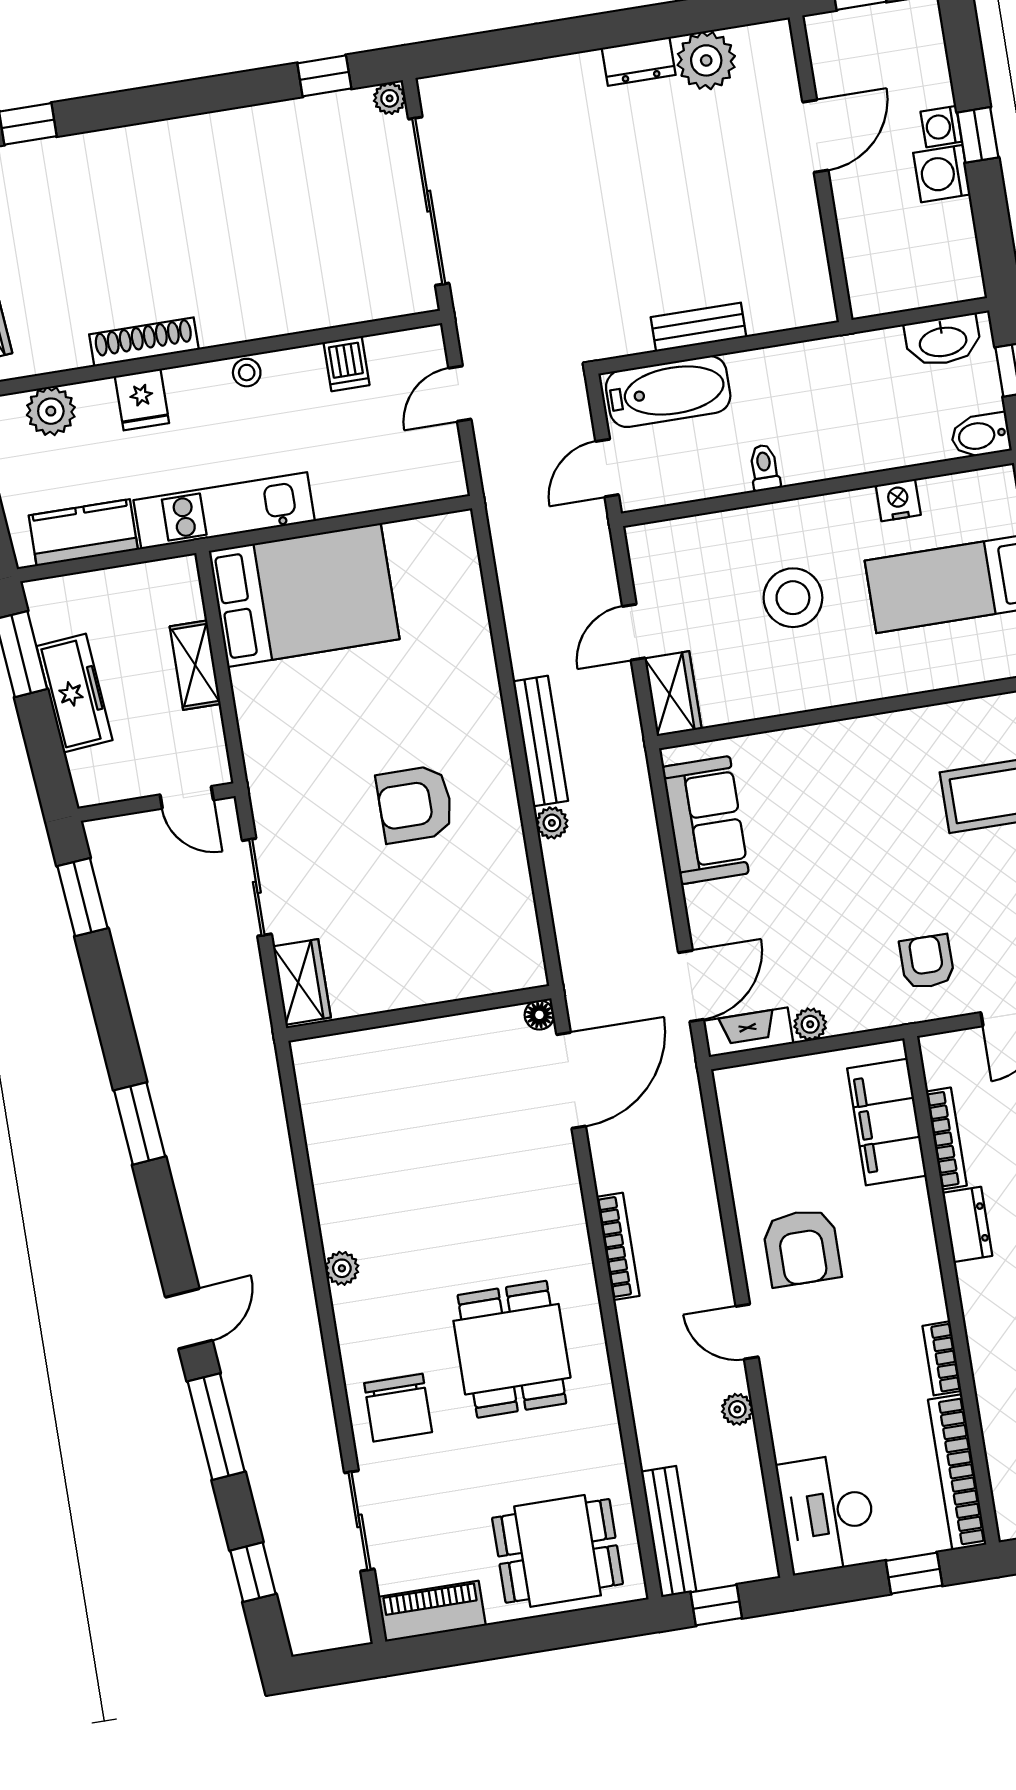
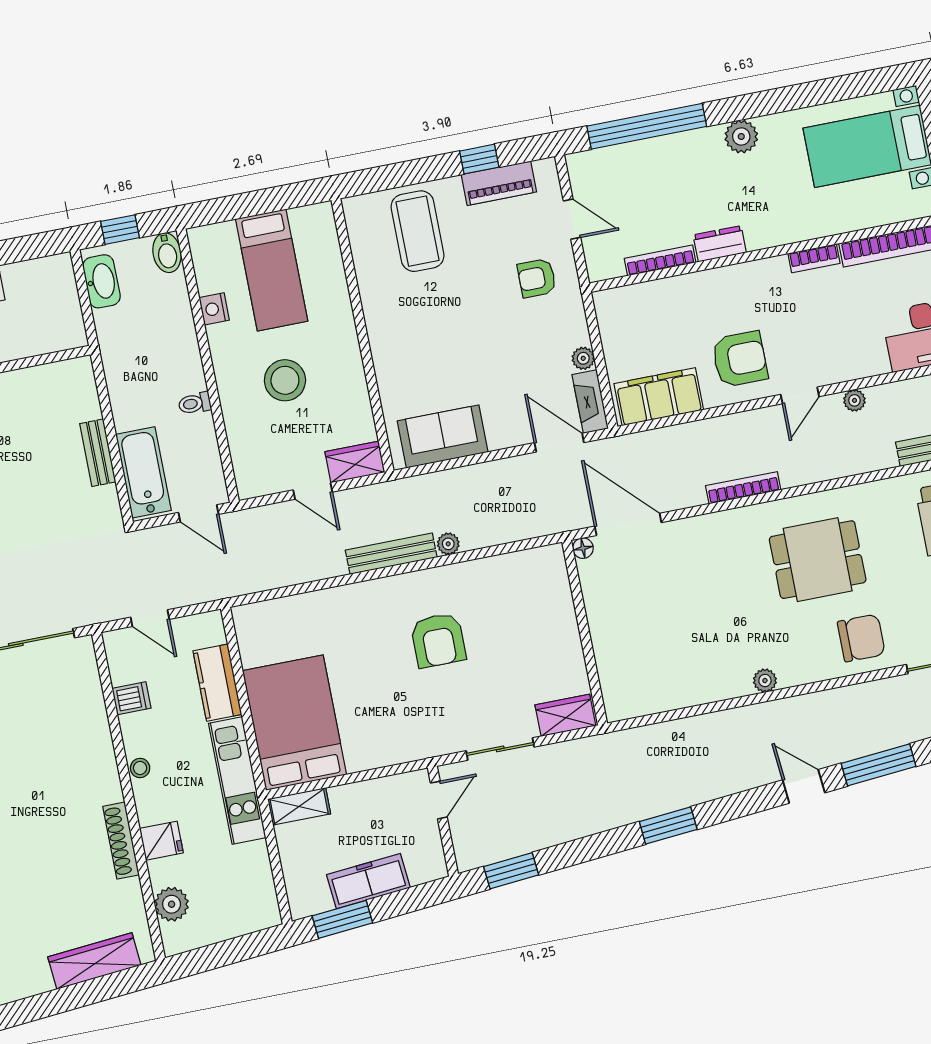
kitchen counter: (83, 533) -> (217, 683), moved
shelving: (195, 665) -> (299, 806), moved
filing cabinet: (887, 1122) -> (659, 397), moved, turned 180

